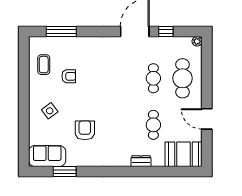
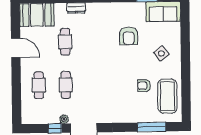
plant: (197, 41) -> (64, 119), moved
coffee table: (44, 65) -> (168, 96), width x1.86, depth x1.72
cafe table: (183, 78) -> (39, 85), width x0.73, depth x0.74

